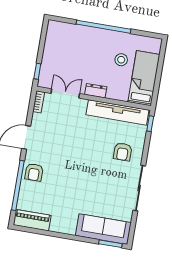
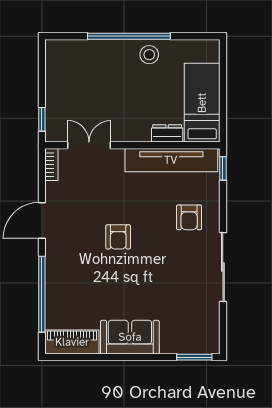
stool: (121, 60) -> (149, 55), moved
dresser: (96, 91) -> (167, 133), moved
armchair: (34, 172) -> (118, 237), moved
sofa: (103, 229) -> (130, 337), moved, width x0.73

